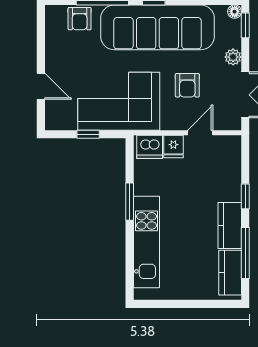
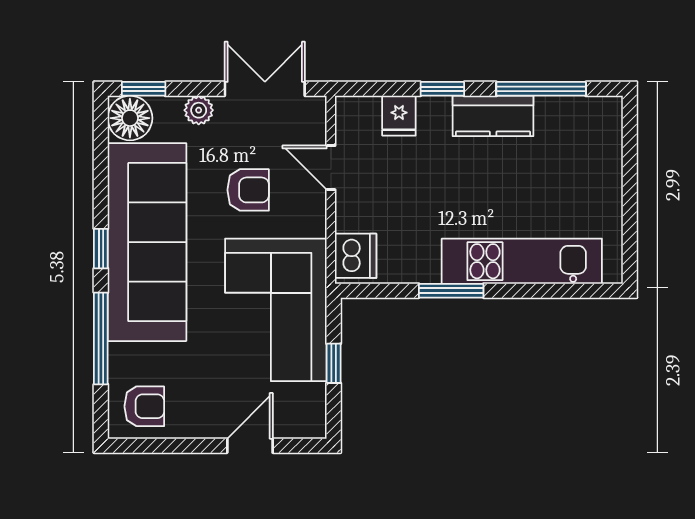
floor lamp: (235, 12) -> (130, 118), width x1.89, depth x1.89
armchair: (80, 19) -> (144, 406), moved
fridge: (173, 146) -> (399, 116), moved, turned 90
kitchen counter: (230, 273) -> (575, 115), removed

